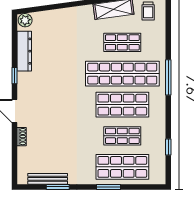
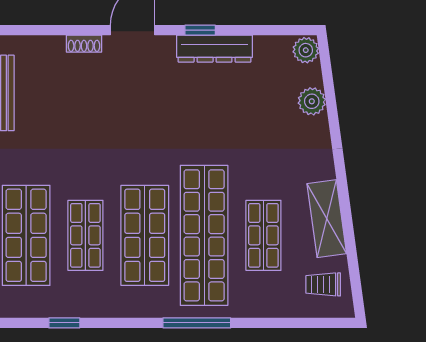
plant: (52, 17) -> (312, 101), added
dresser: (24, 51) -> (215, 49), moved

